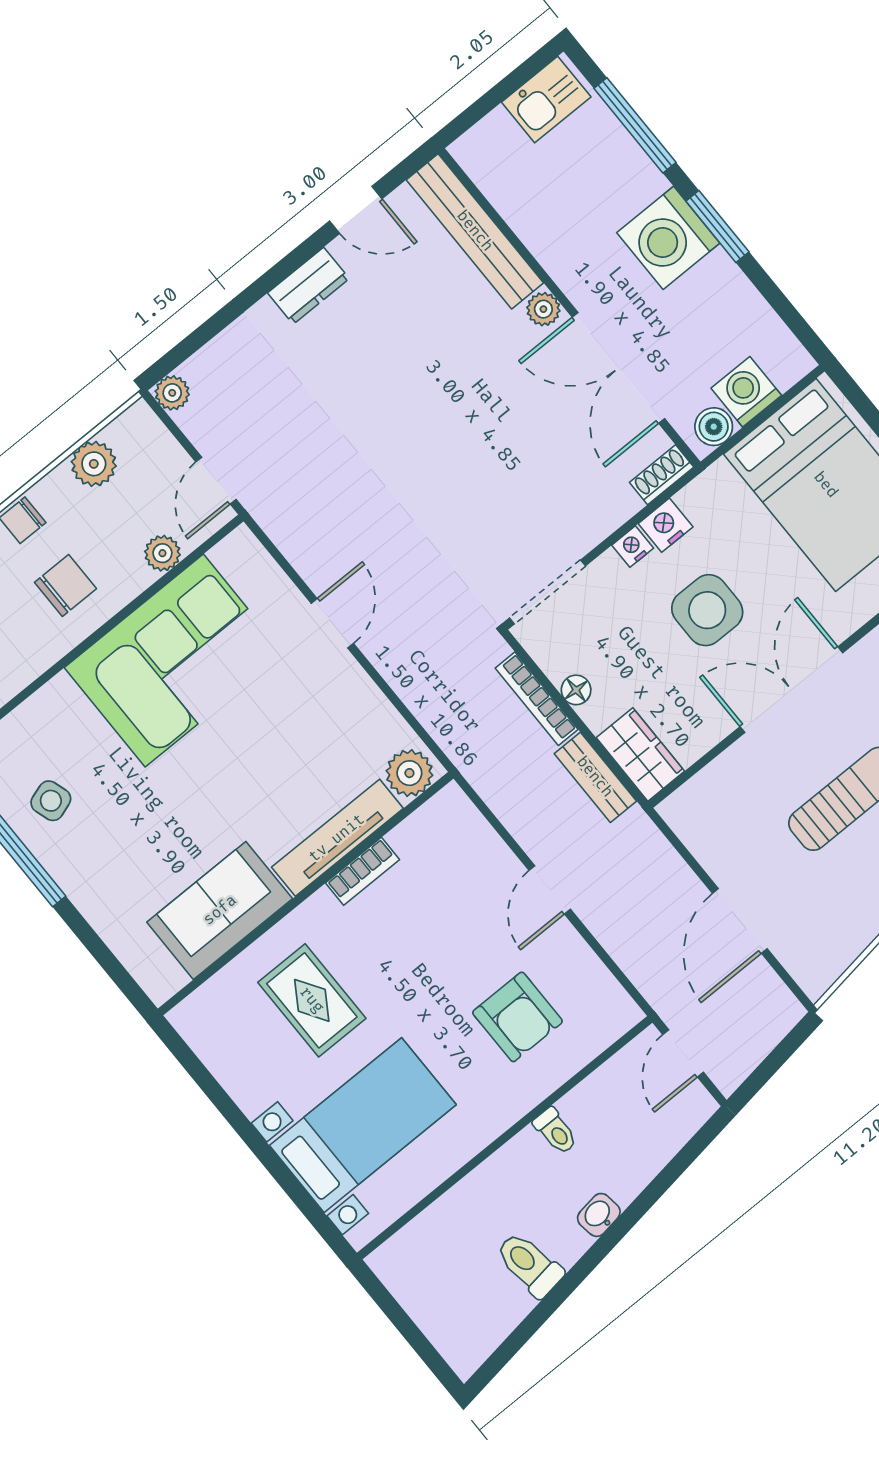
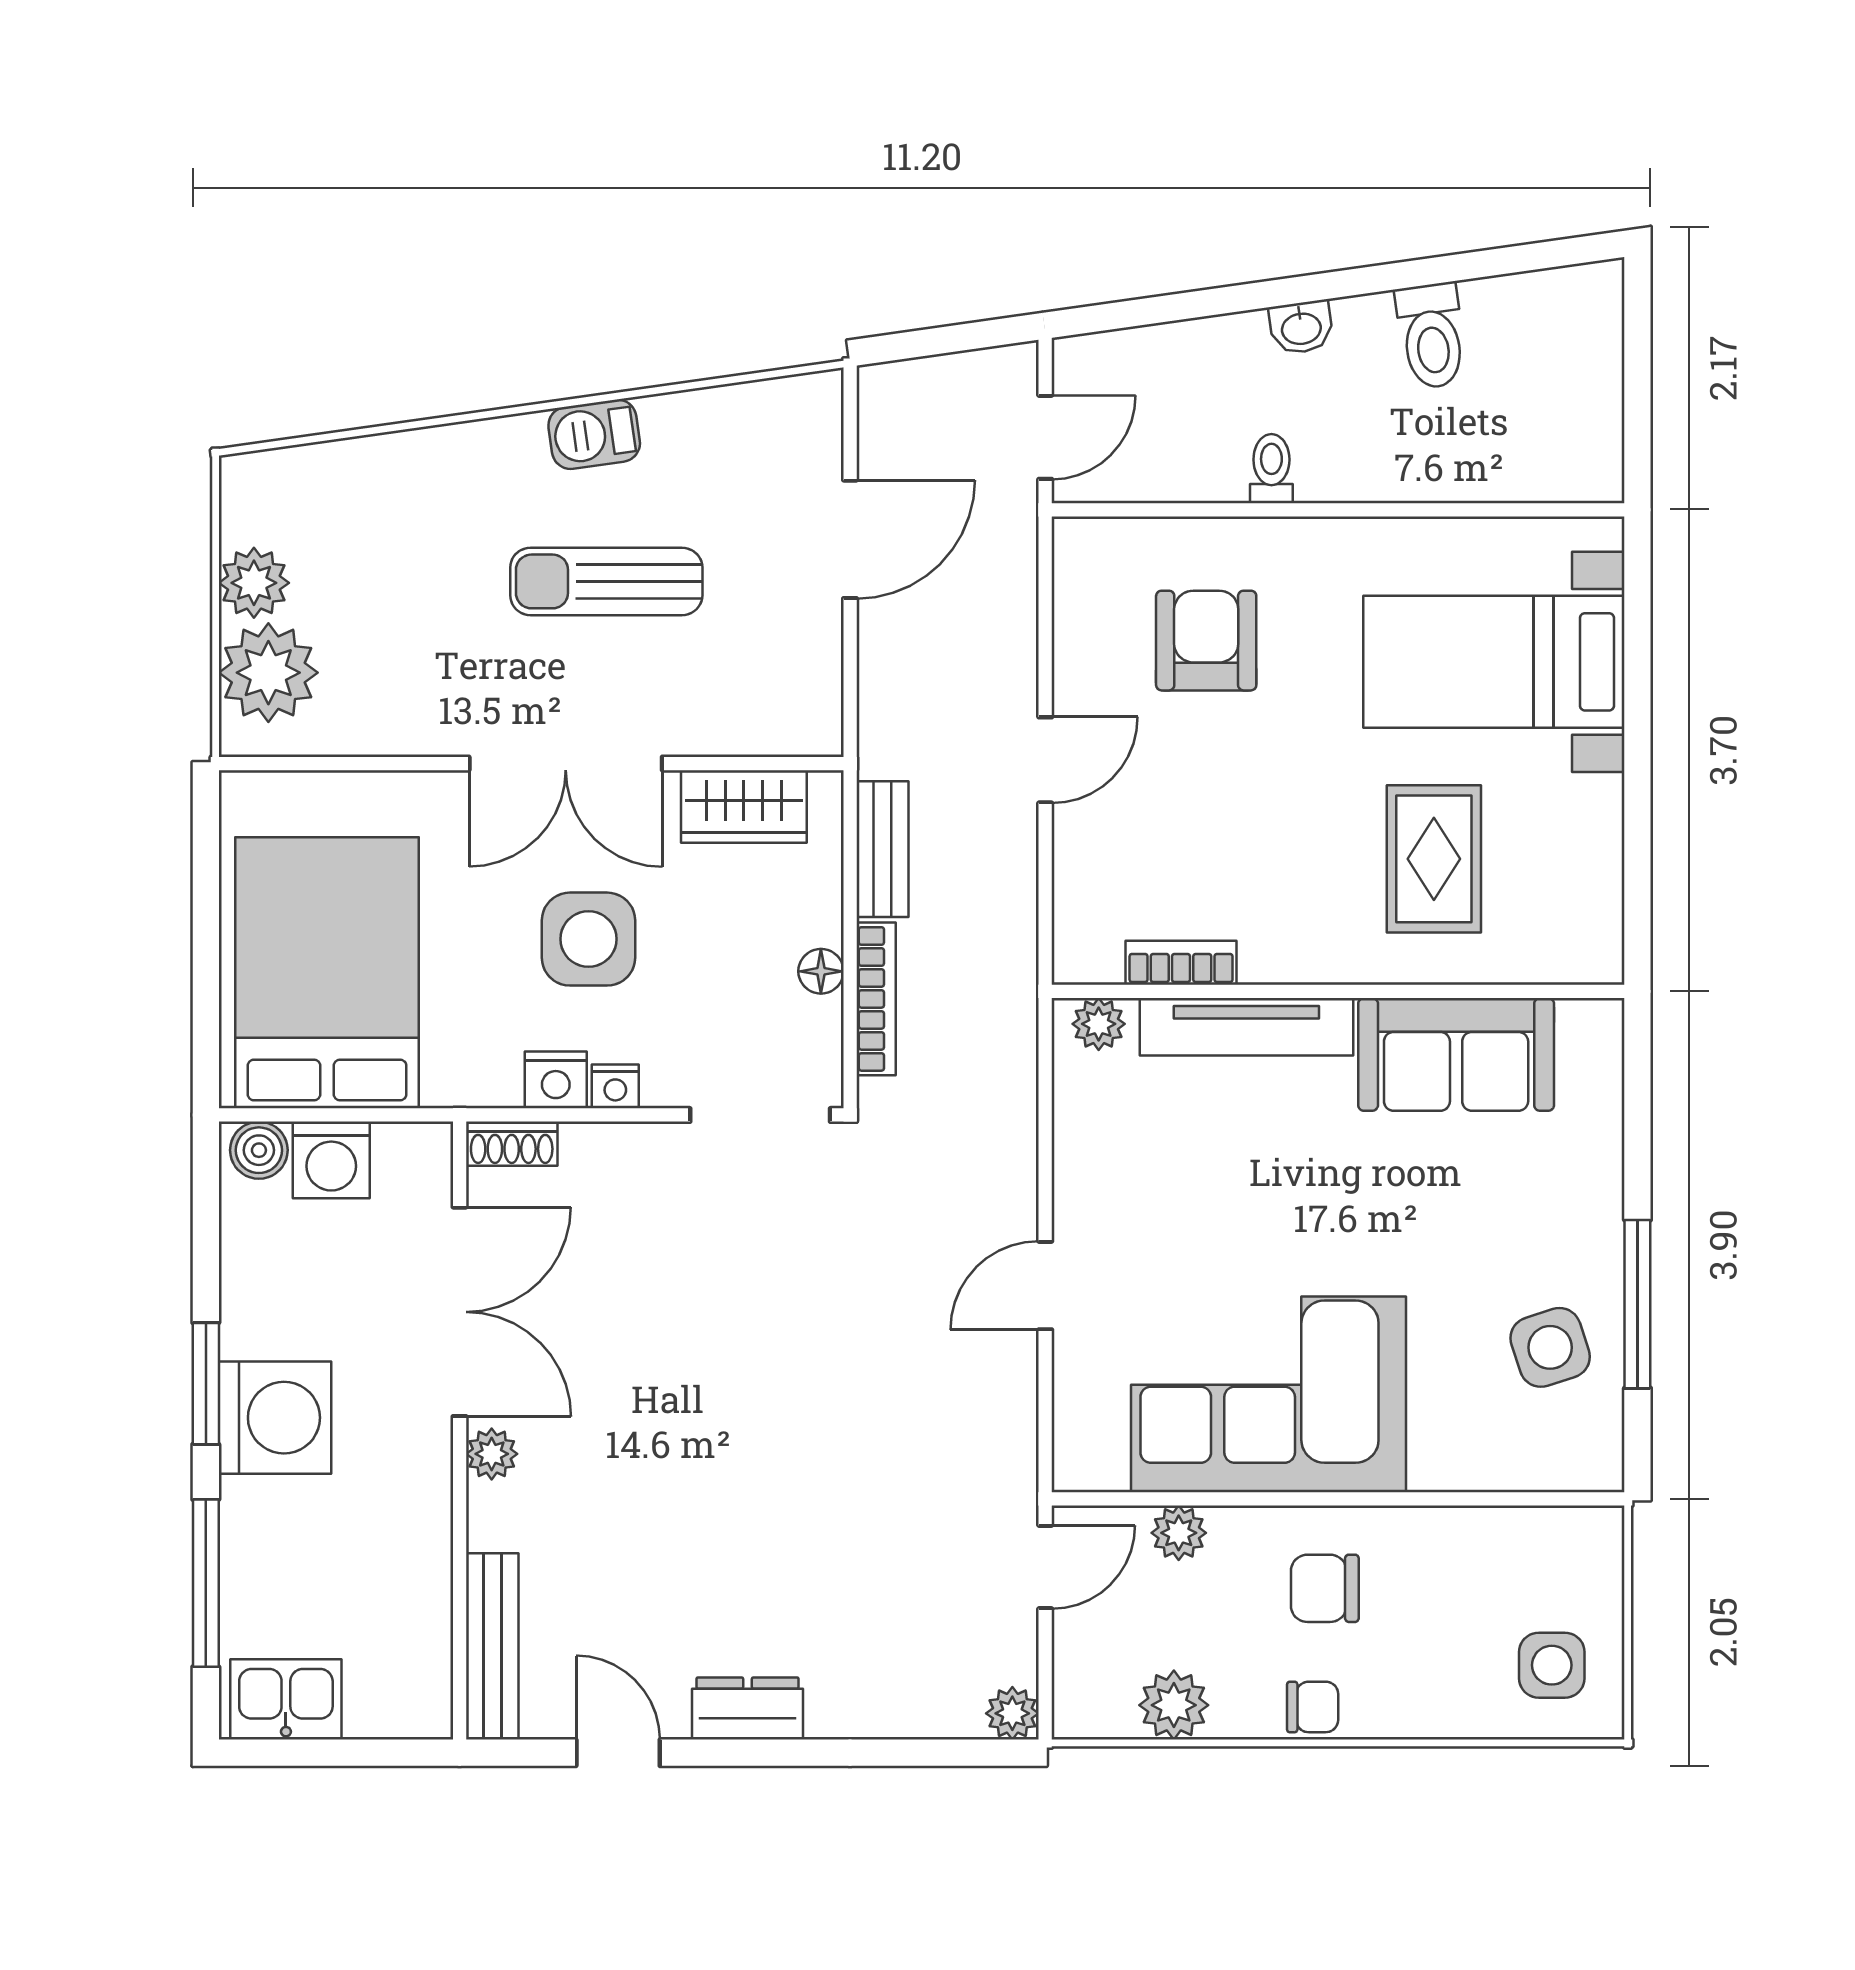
bench: (475, 231) -> (492, 1646), width x0.73, depth x0.82
boiler: (714, 427) -> (259, 1150), moved
wardrobe: (640, 754) -> (744, 806), moved, turned -90
plant: (409, 773) -> (1099, 1024), width x0.73, depth x0.73
side table: (51, 801) -> (1550, 1347), width x1.37, depth x1.37
bookcase: (363, 871) -> (1181, 963), moved

